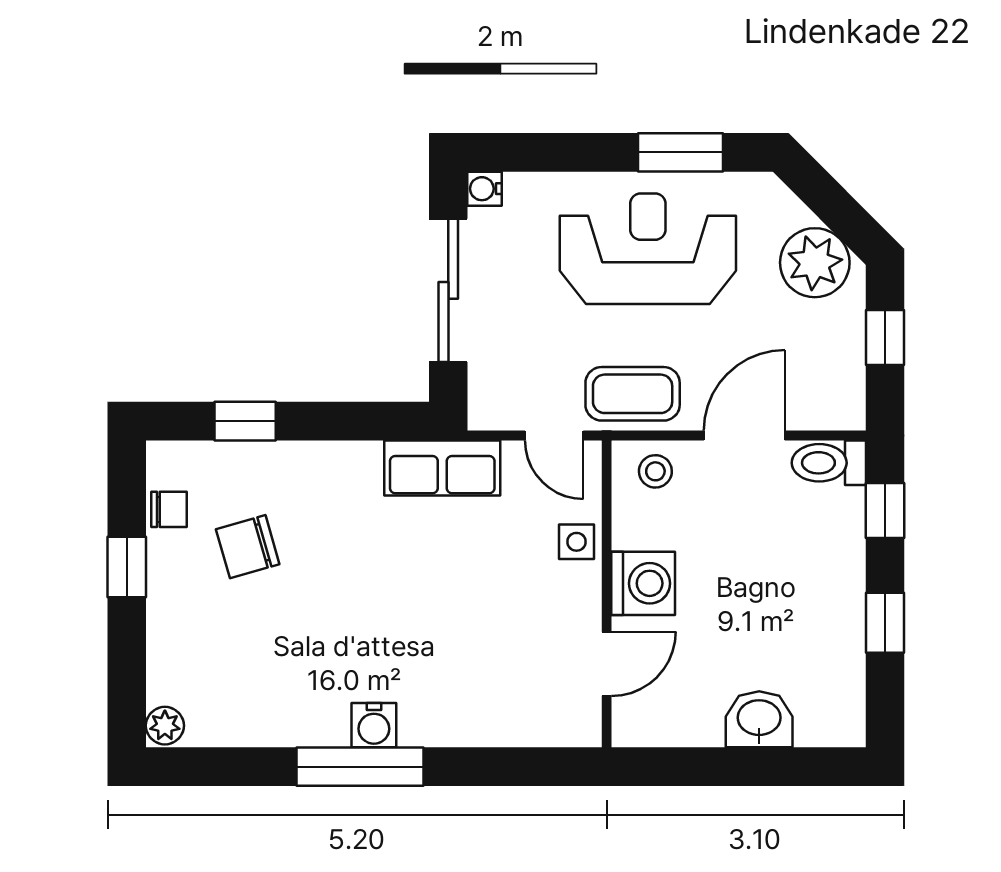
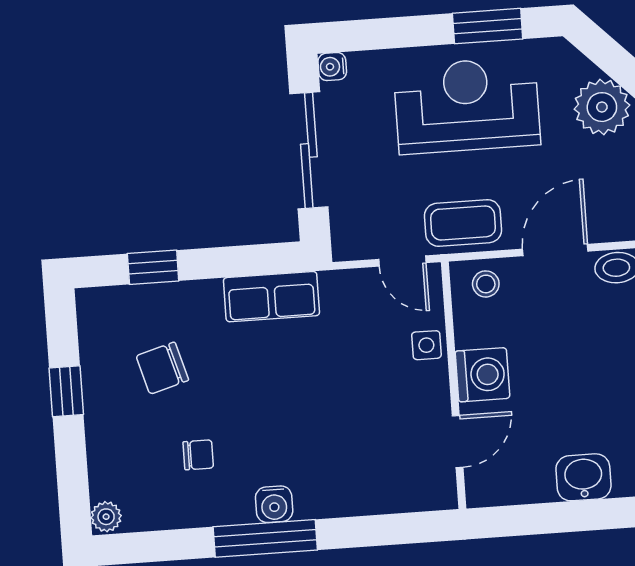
row of seats: (442, 468) -> (271, 297), moved
chair: (169, 509) -> (198, 455), moved

